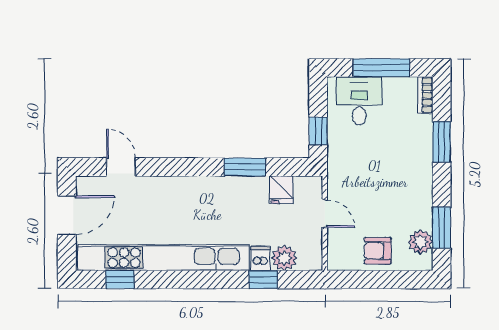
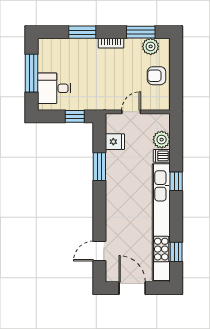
bookcase: (425, 95) -> (111, 43), moved
armchair: (378, 251) -> (157, 76), turned 90
window: (263, 279) -> (176, 181), moved

